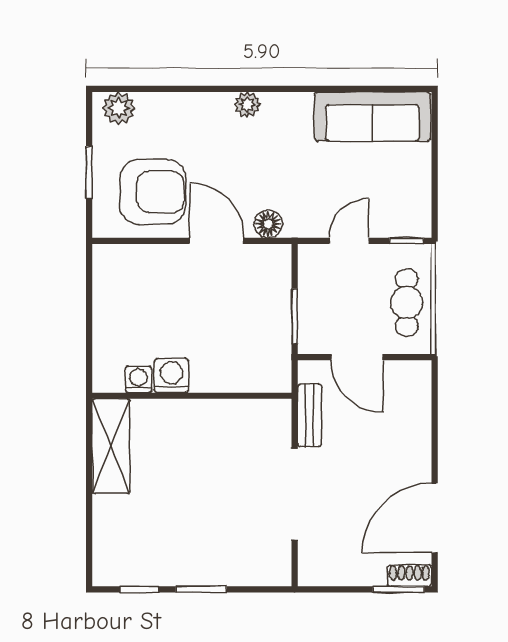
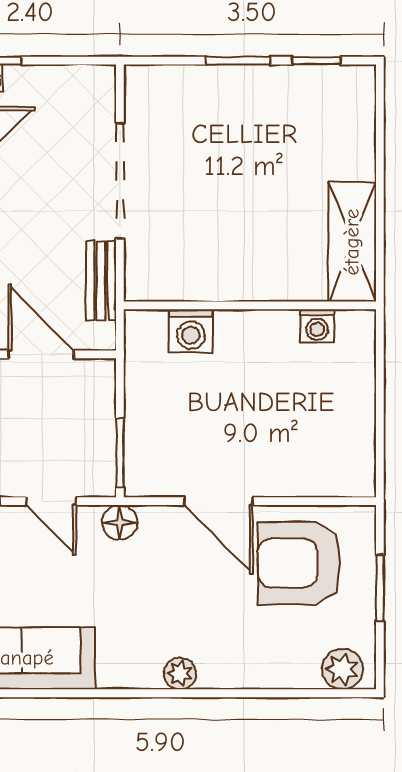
floor lamp: (268, 224) -> (120, 523), moved
door: (349, 241) -> (51, 501), hinge flipped
window: (295, 316) -> (120, 453), moved
washing machine: (171, 376) -> (191, 331), moved

